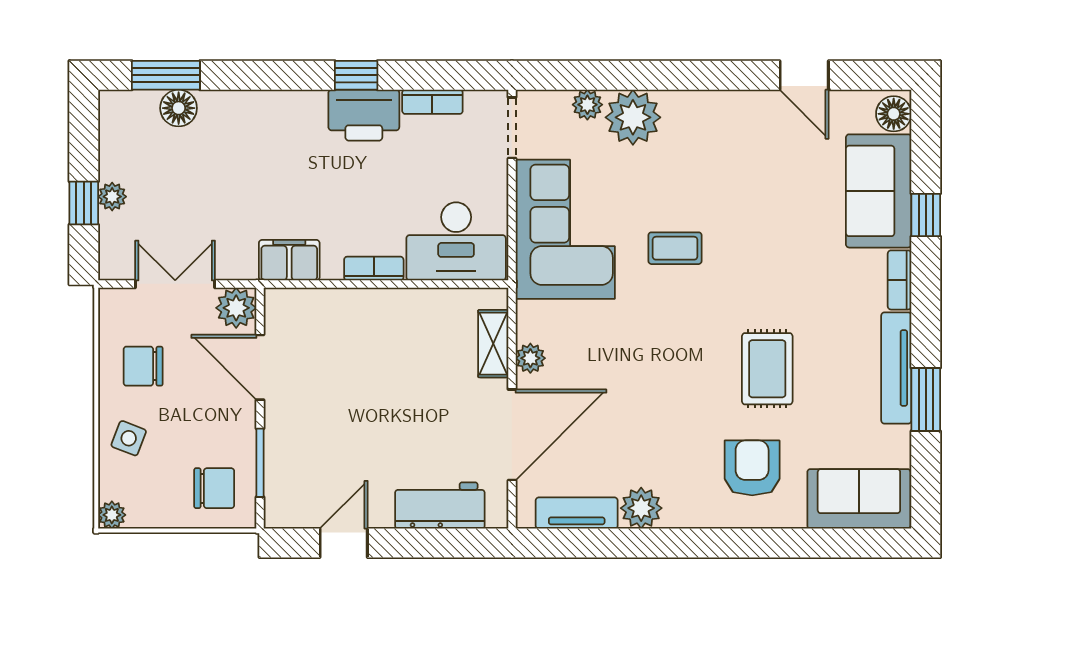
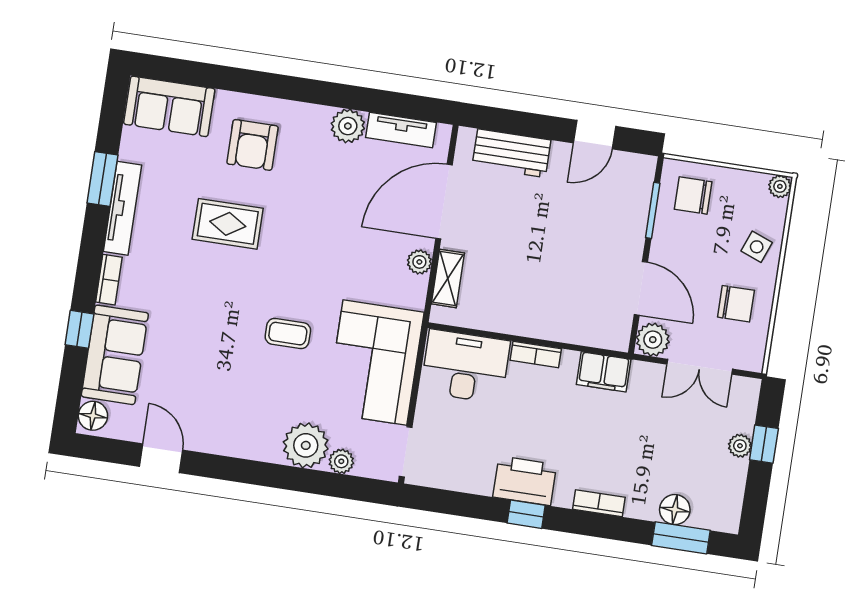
bookcase: (432, 102) -> (599, 503), moved
rug: (767, 369) -> (228, 224), turned 90

